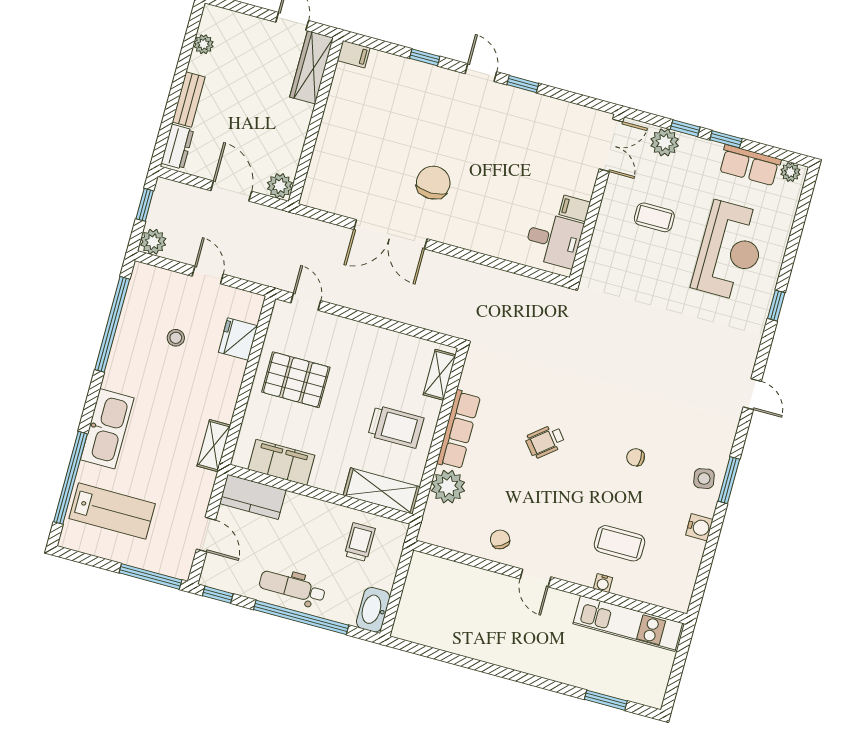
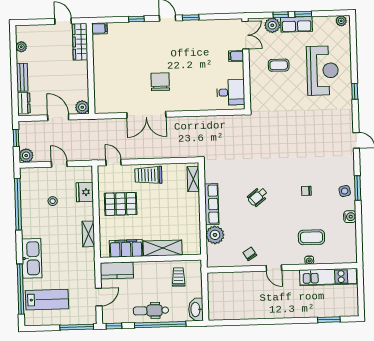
row of seats: (750, 165) -> (297, 24), moved
filing cabinet: (575, 208) -> (236, 56), moved
trolley: (396, 427) -> (148, 175), moved, turned 180
shelving: (214, 446) -> (88, 234), moved
shelving: (382, 491) -> (163, 248), moved
door: (206, 535) -> (99, 297), hinge flipped

